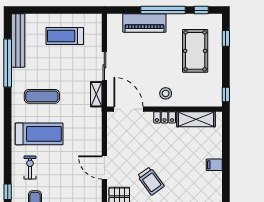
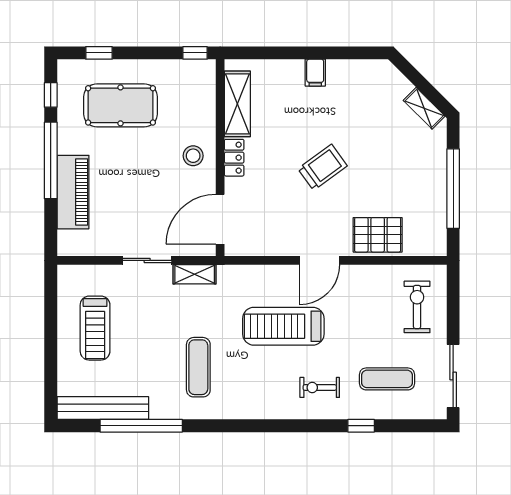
treadmill: (39, 134) -> (283, 326), moved, turned -90
trolley: (151, 181) -> (323, 167), moved

